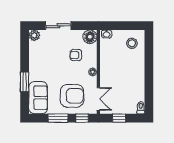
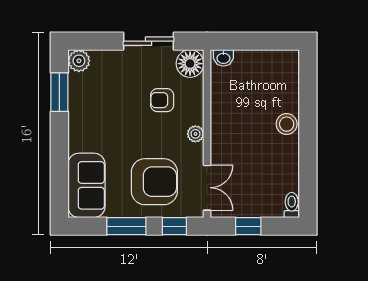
sliding door: (58, 26) -> (149, 41), moved
stool: (132, 43) -> (287, 124), moved
window: (25, 82) -> (59, 92), moved

